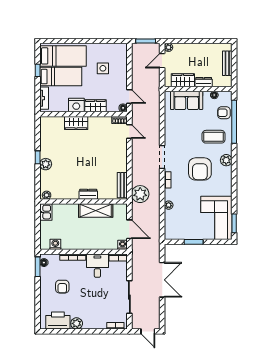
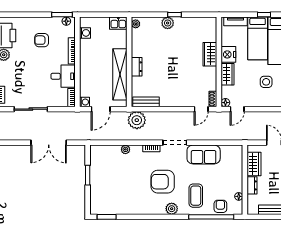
sofa: (187, 100) -> (204, 155), moved, turned -90
shelving: (96, 210) -> (120, 74), width x1.47
corner sofa: (216, 218) -> (112, 199), removed

